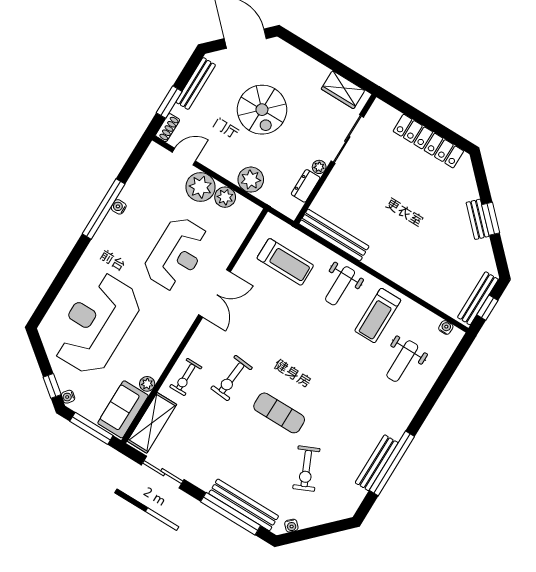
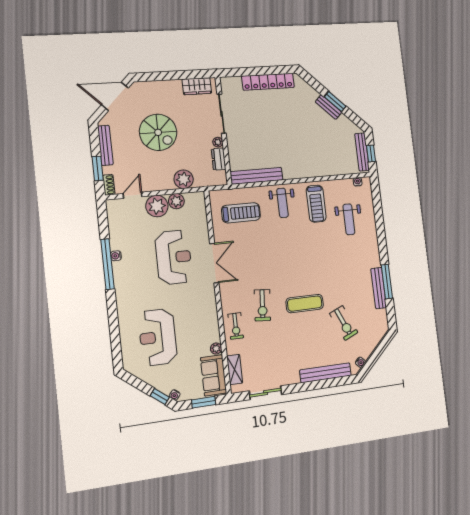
reception desk: (97, 324) -> (158, 337), width x0.74, depth x0.77
shelving: (152, 423) -> (235, 369), width x0.67, depth x0.75
window: (91, 428) -> (204, 402), width x0.69
window: (392, 463) -> (387, 282), width x0.68
window: (231, 514) -> (322, 384), removed

